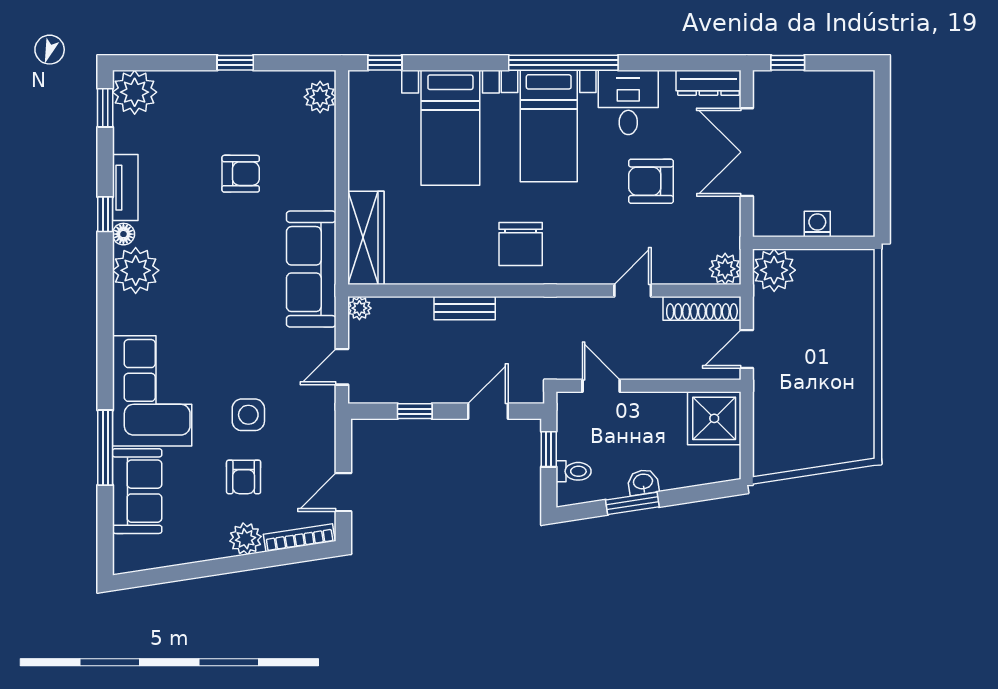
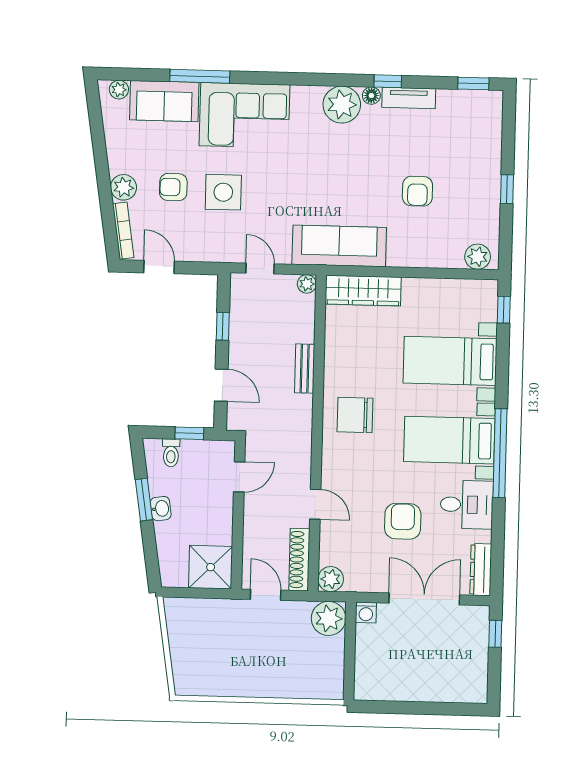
plant: (135, 92) -> (119, 90), moved, width x0.53, depth x0.53
washing machine: (817, 224) -> (366, 613), moved, turned 90
side table: (248, 415) -> (223, 192), width x1.37, depth x1.37

